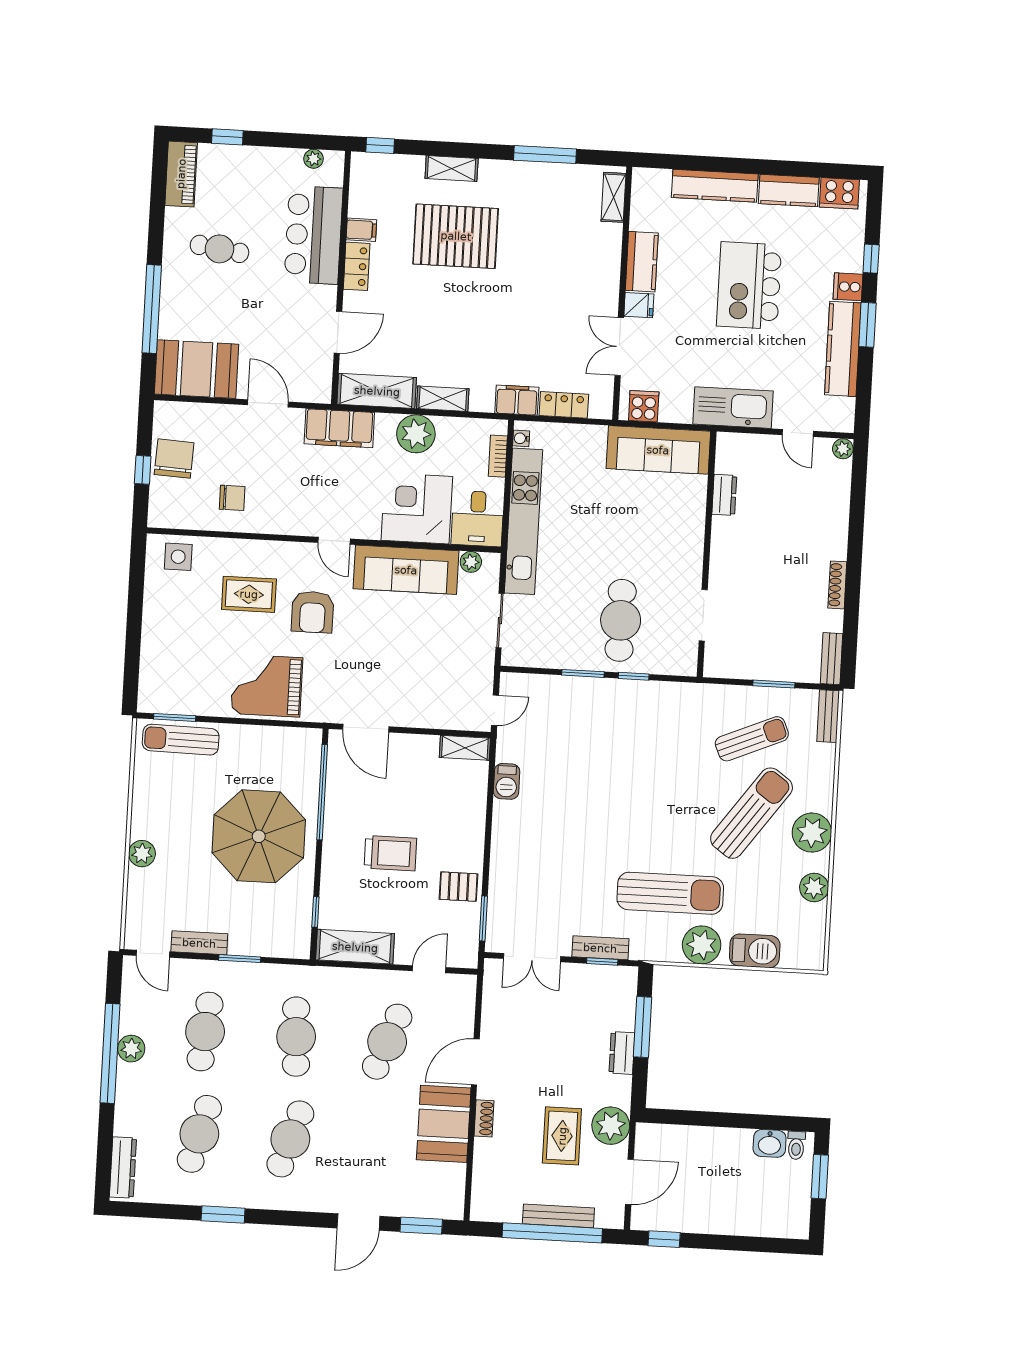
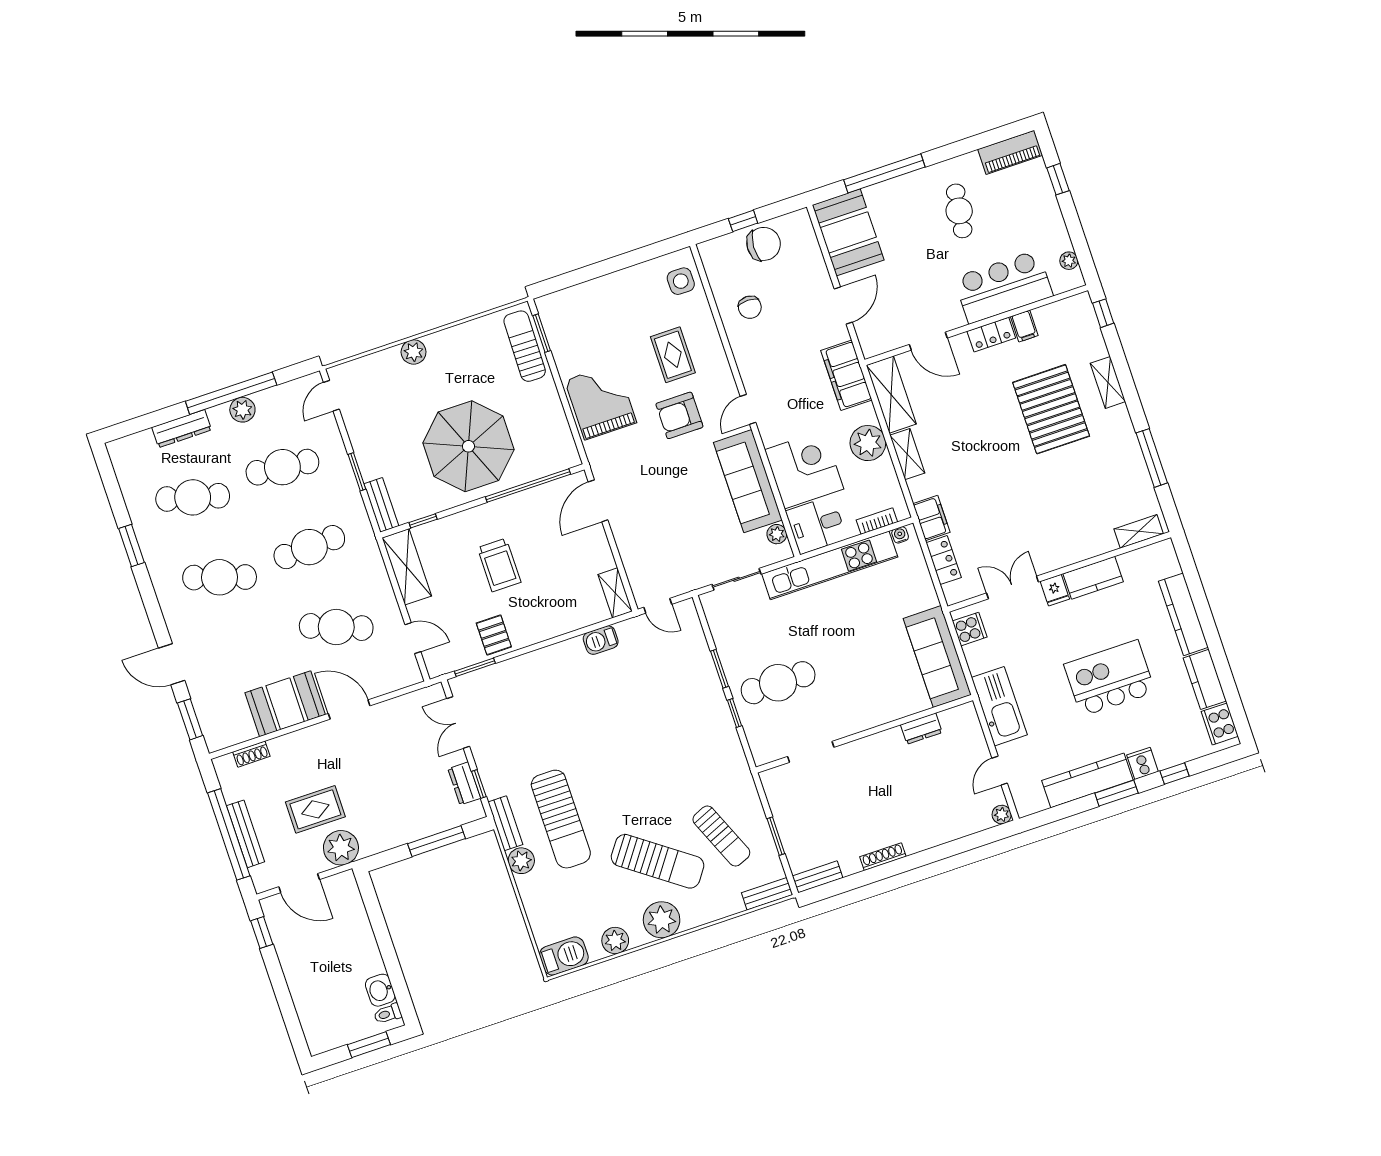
bench: (199, 943) -> (381, 505), moved
plant: (702, 945) -> (521, 861), width x0.73, depth x0.73
bench: (600, 948) -> (505, 823), moved
barbecue: (755, 951) -> (564, 956), moved, turned -90
dresser: (622, 1053) -> (464, 783), moved, turned -90
shoe rack: (484, 1118) -> (251, 754), moved
dresser: (123, 1168) -> (182, 429), moved

